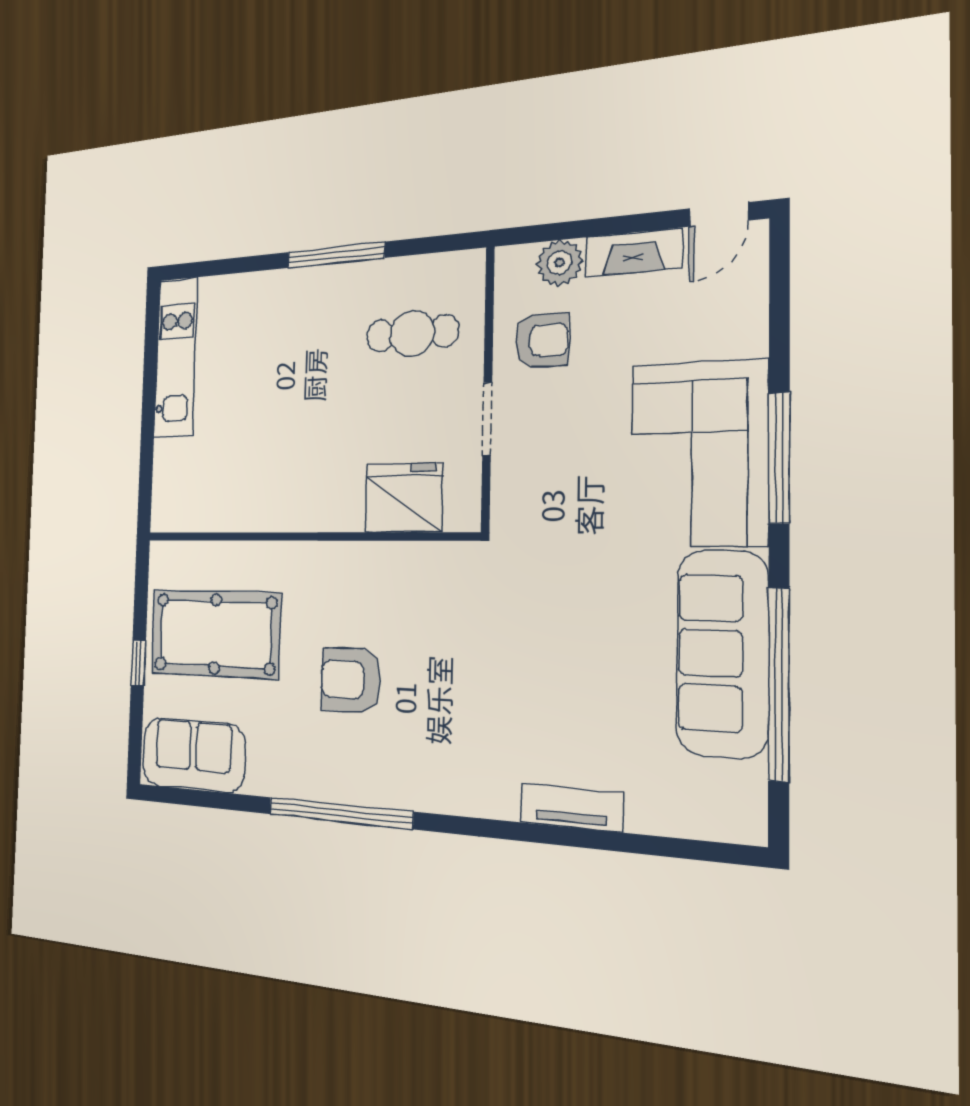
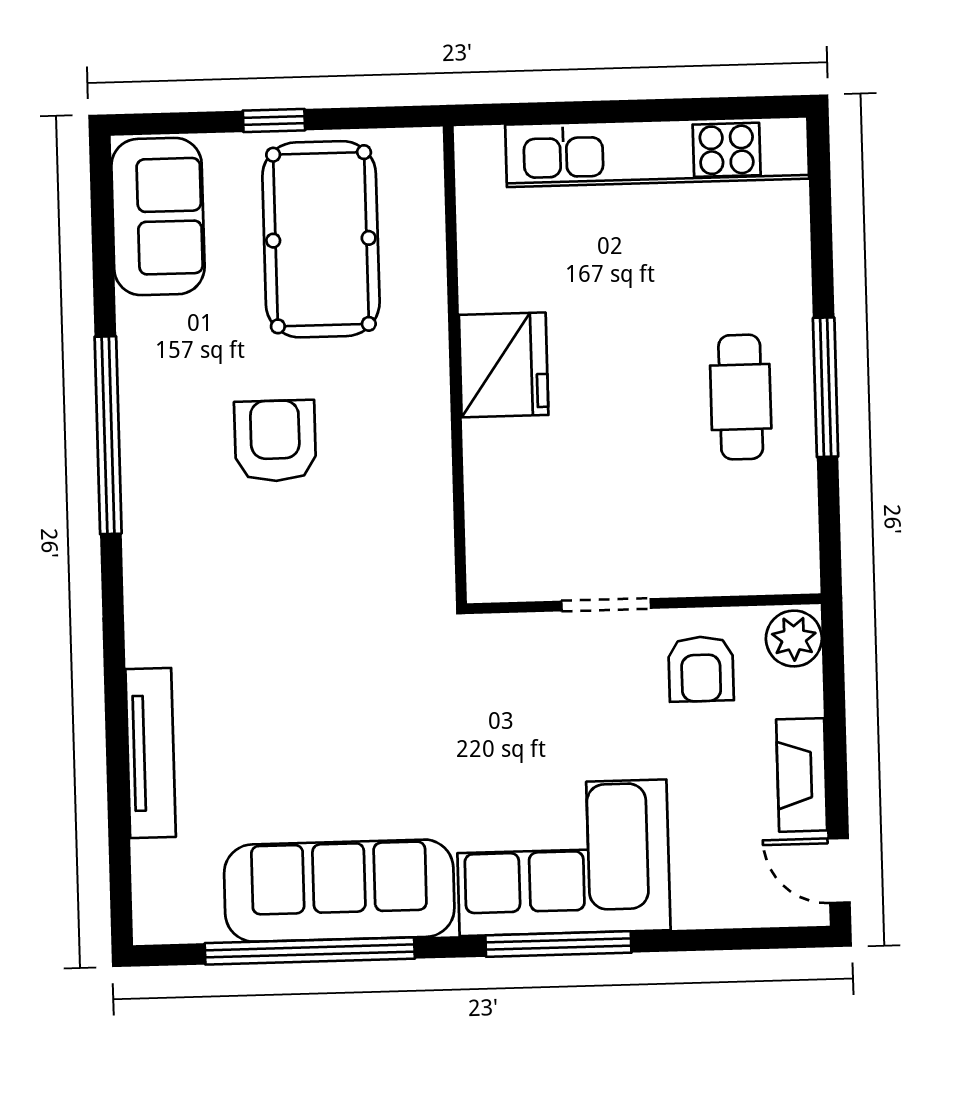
plant: (559, 263) -> (794, 638), moved
cafe table: (412, 333) -> (741, 397), moved
kitchen unit: (176, 358) -> (657, 152), width x1.36
fridge: (404, 498) -> (504, 365), moved
tv unit: (571, 808) -> (151, 753), width x1.41

